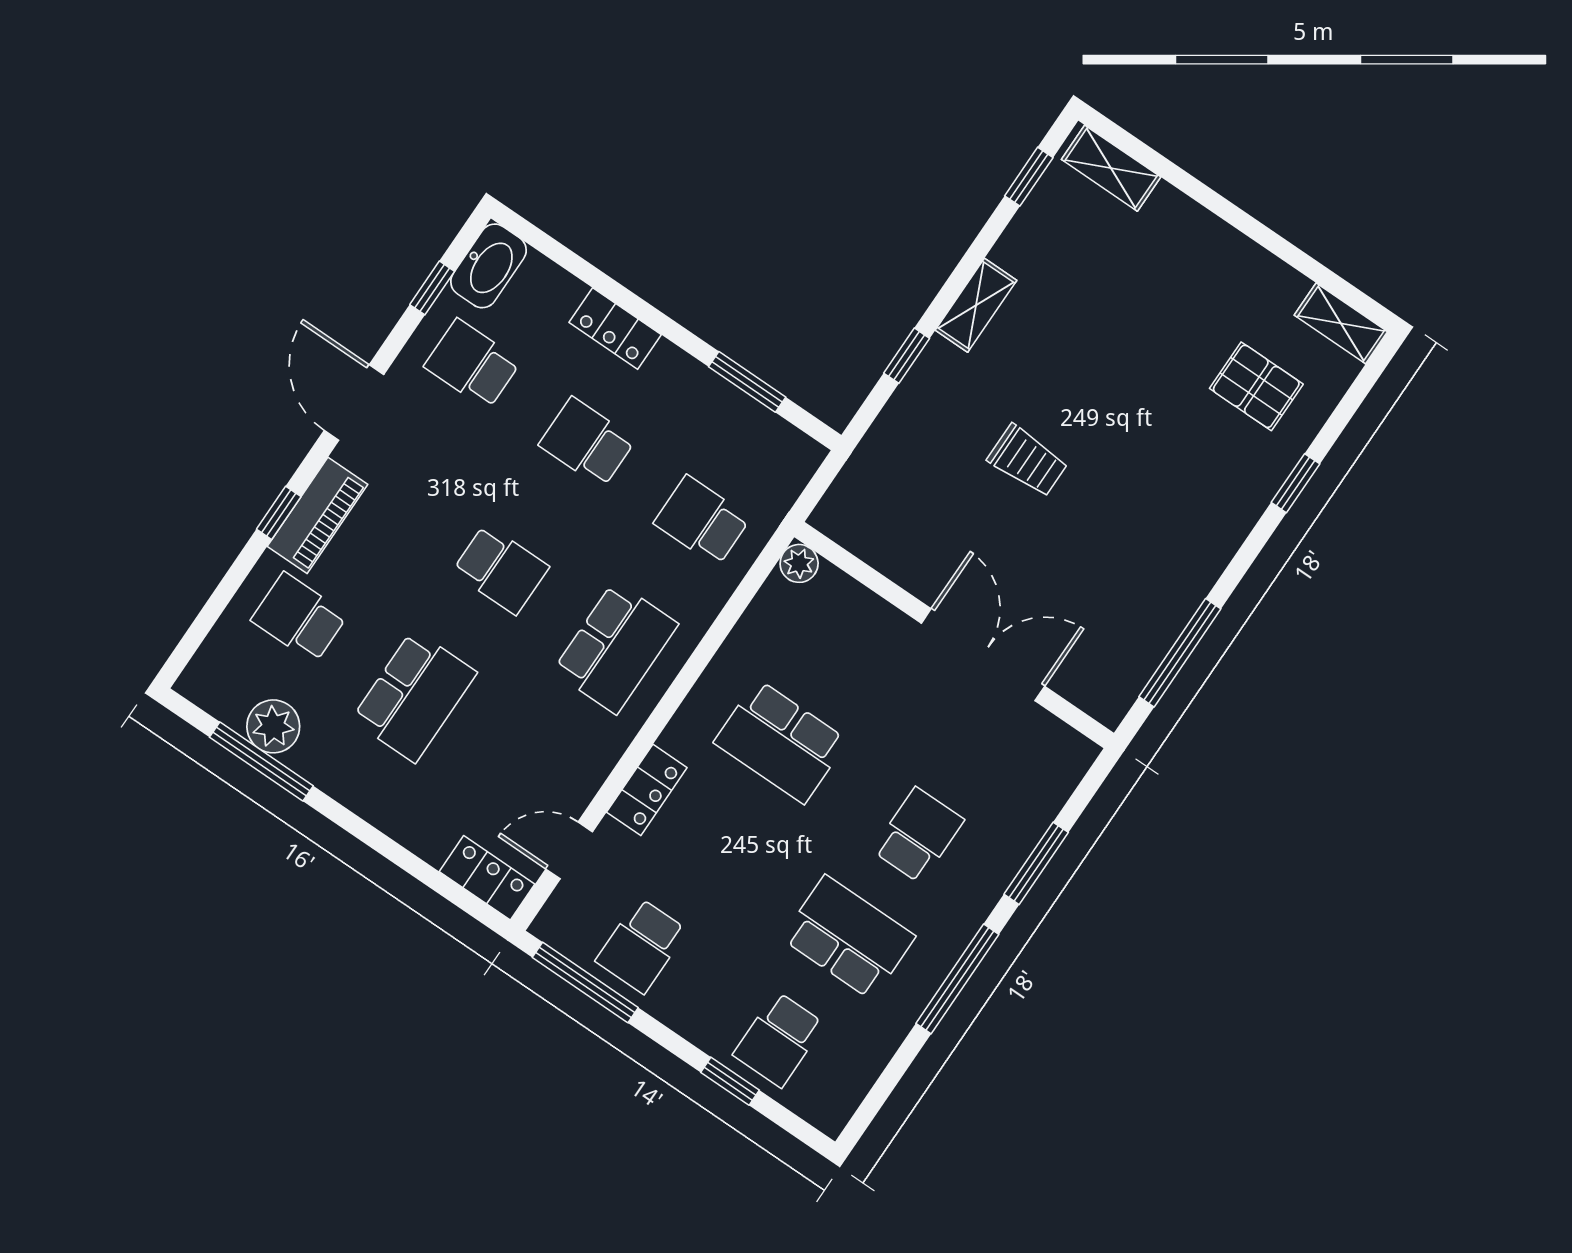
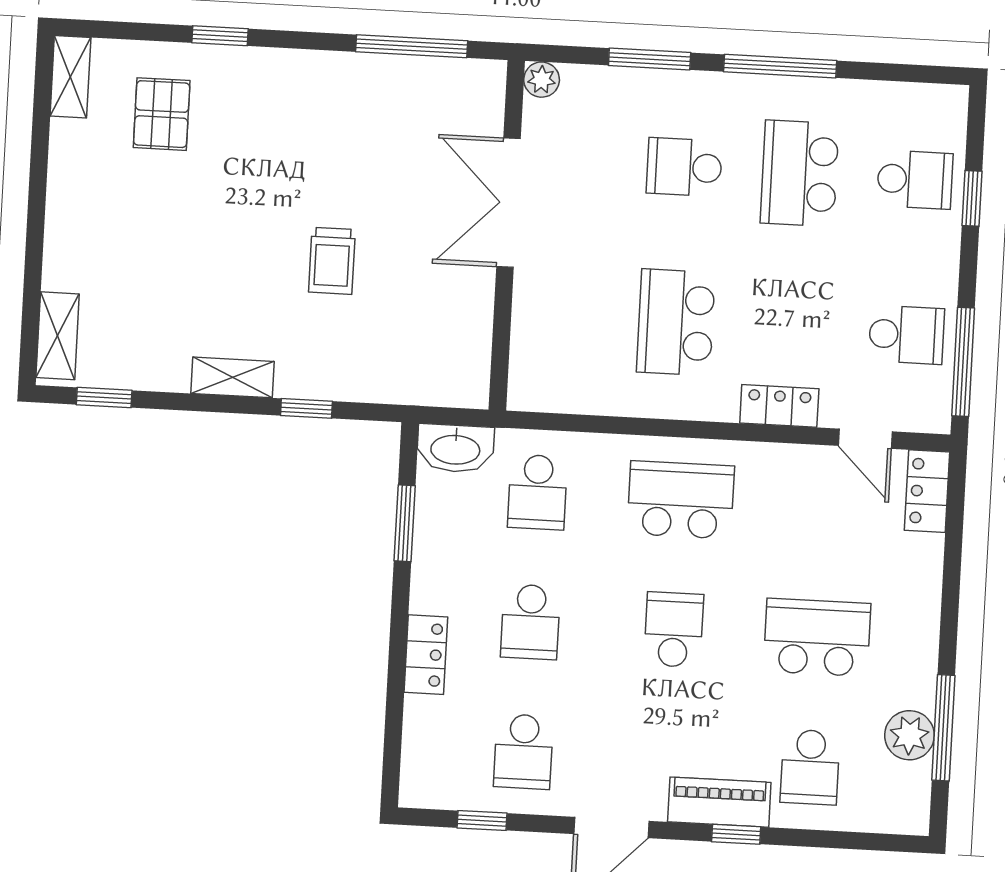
washbasin: (489, 266) -> (455, 448), moved, turned 180
trolley: (1028, 461) -> (332, 261), turned 180
plant: (799, 563) -> (542, 80), moved
school desk: (781, 741) -> (676, 322), turned 180

